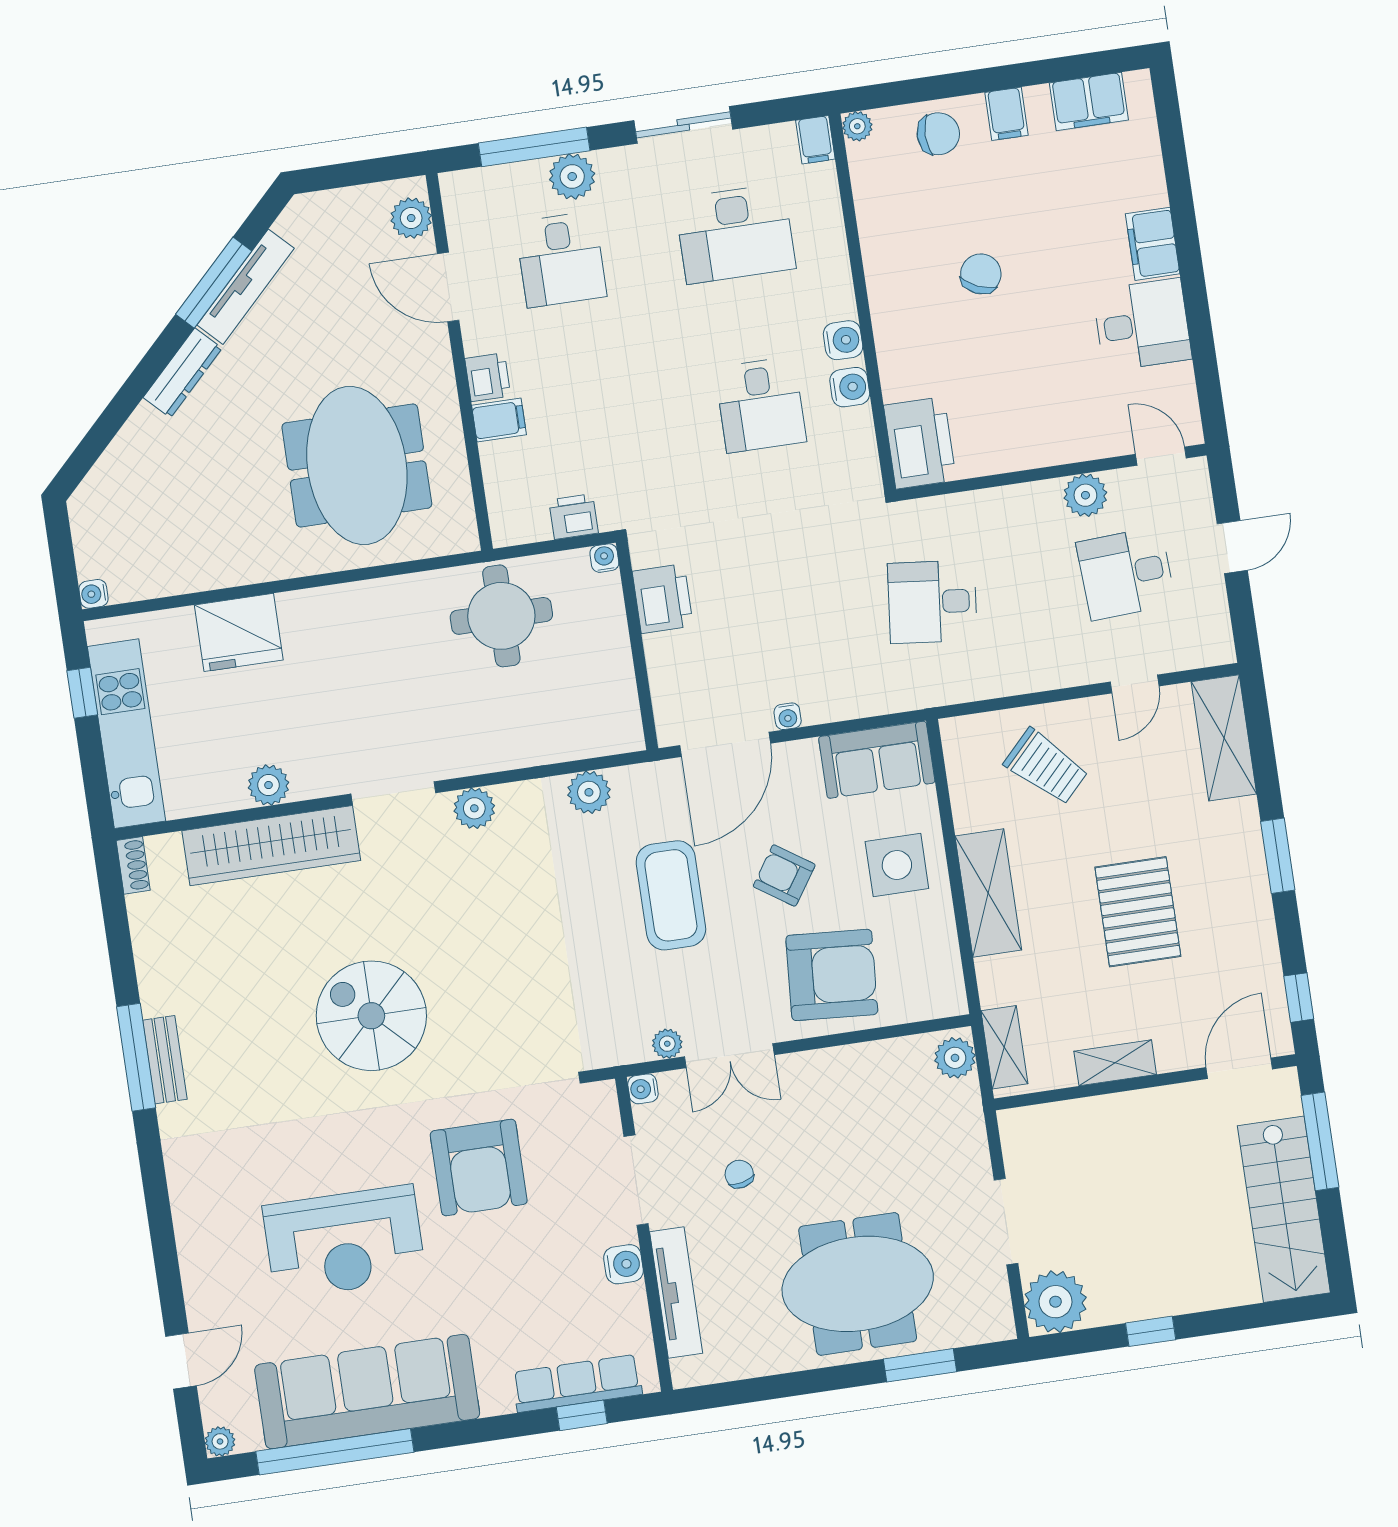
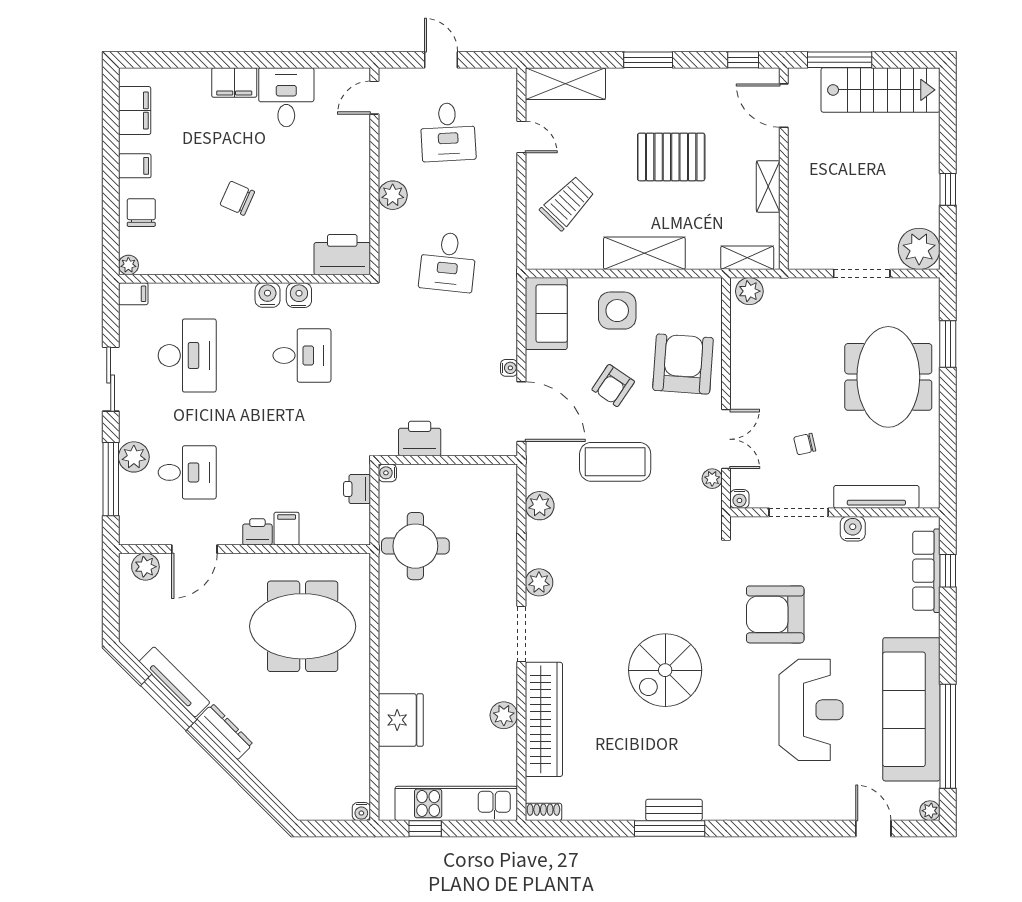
plant: (1085, 495) -> (393, 195), moved
armchair: (479, 1168) -> (775, 614), turned 180

